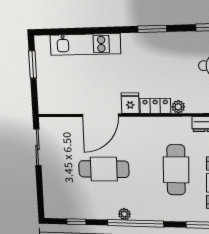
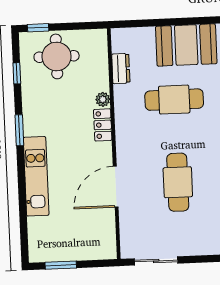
kitchen unit: (85, 44) -> (36, 176), moved
fridge: (130, 103) -> (101, 153), removed
door: (100, 115) -> (116, 187), swing flipped

